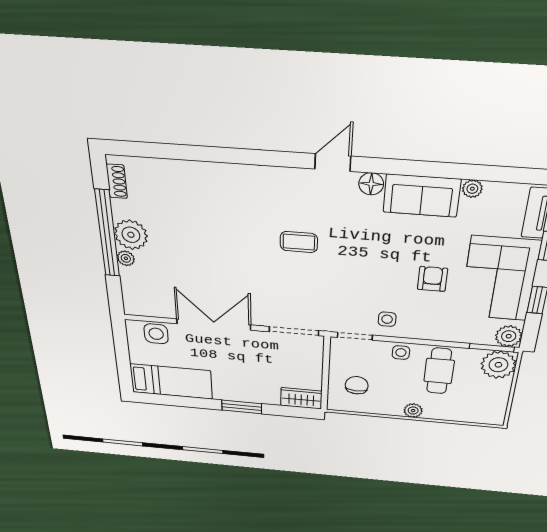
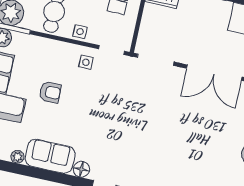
coffee table: (299, 242) -> (137, 133), removed
armchair: (433, 279) -> (50, 92), turned -90

